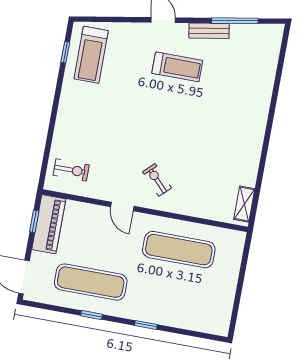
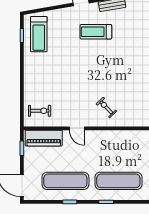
treadmill: (177, 67) -> (96, 32), turned 180
exercise bike: (157, 180) -> (106, 108), moved
piano: (49, 224) -> (44, 138), moved, turned 90
exercise mat: (179, 250) -> (118, 181), moved

